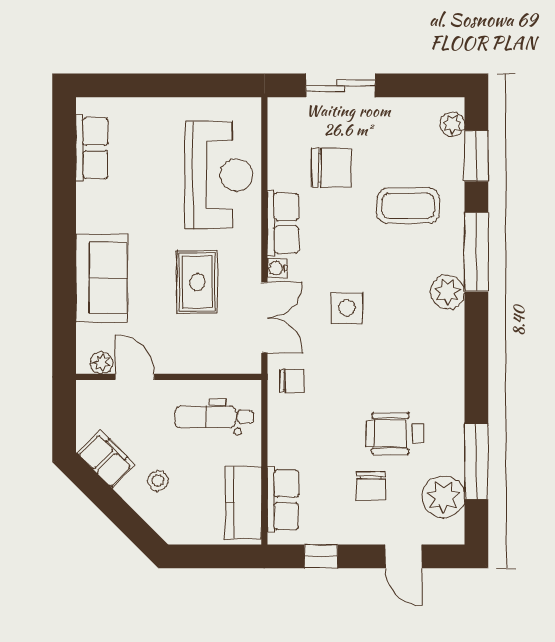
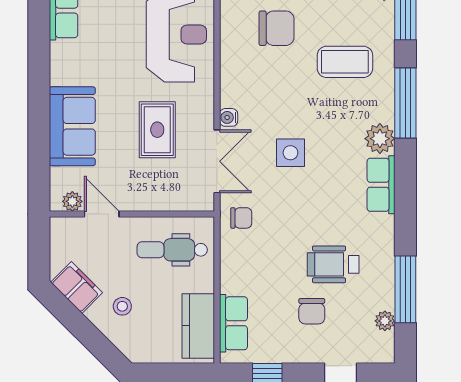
row of seats: (283, 223) -> (381, 185), moved, turned 180
plant: (443, 497) -> (385, 321), width x0.53, depth x0.53

